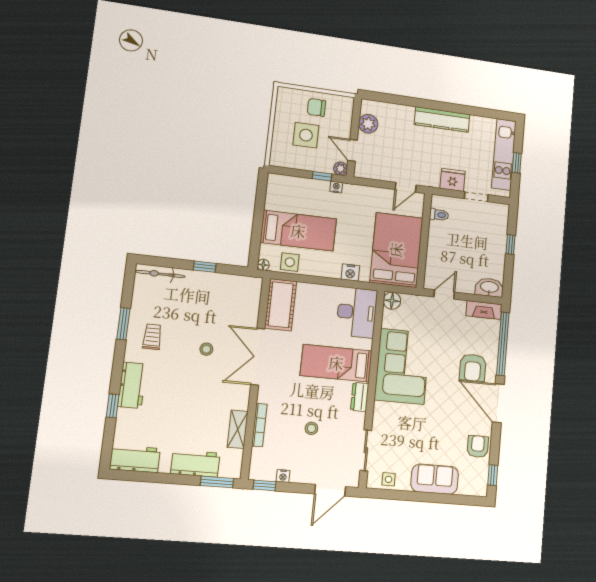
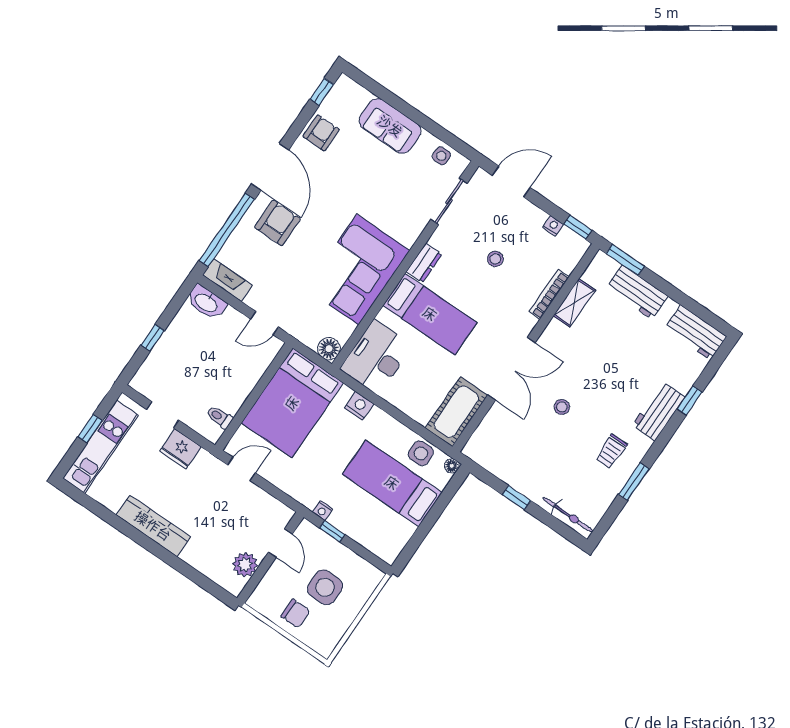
plant: (341, 169) -> (306, 529), removed
armchair: (478, 446) -> (321, 133), turned 180

